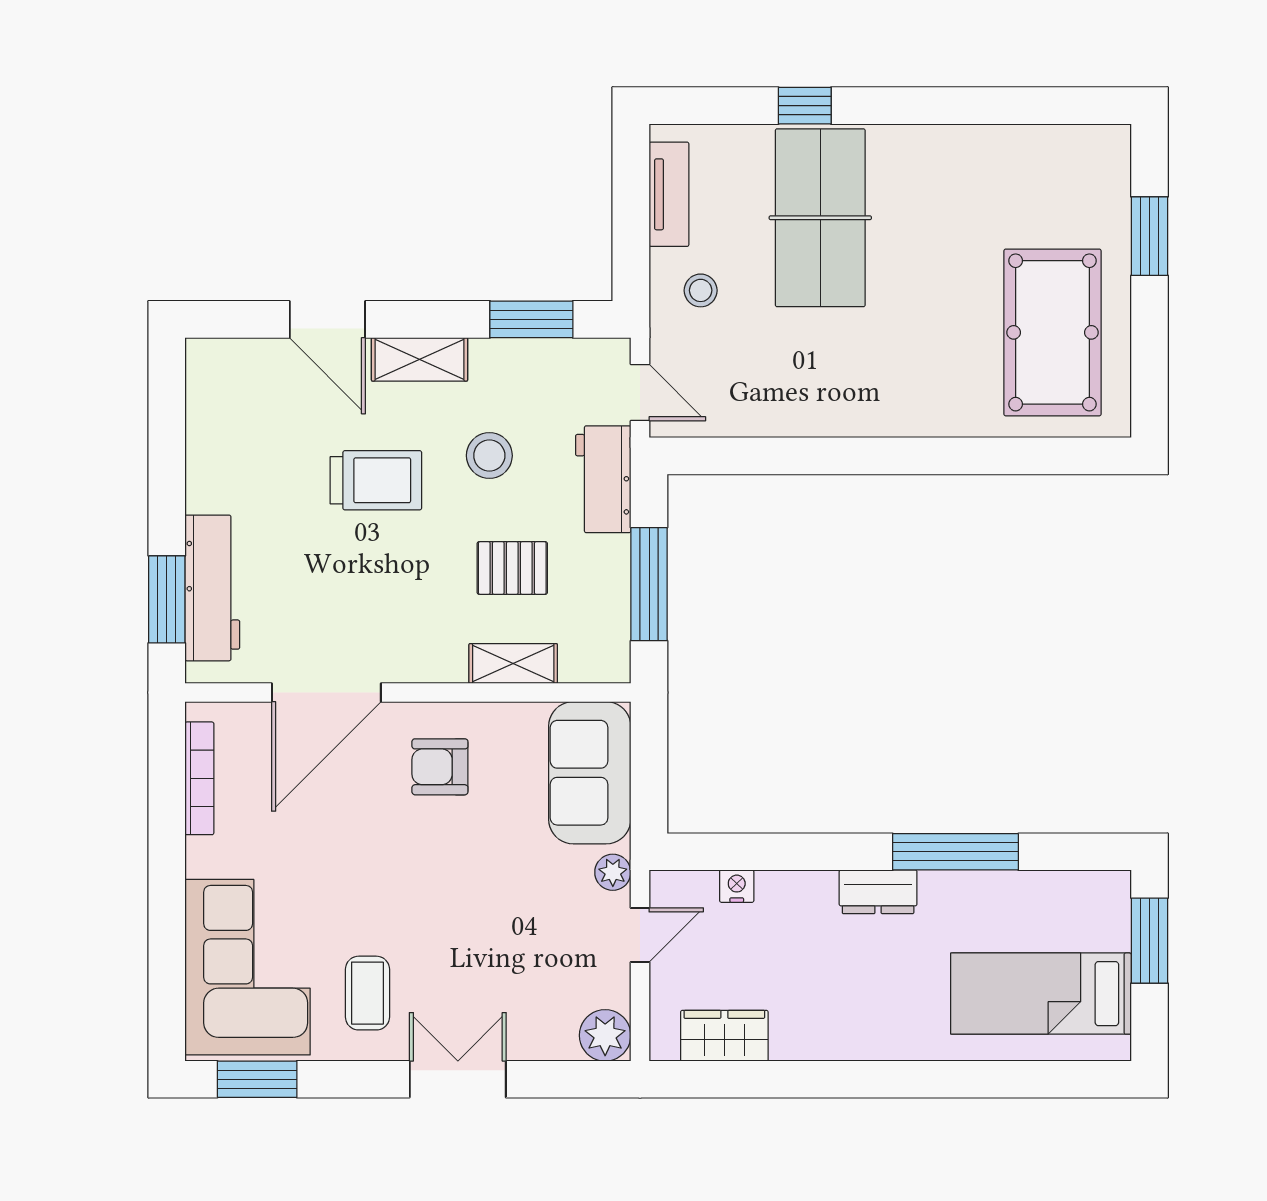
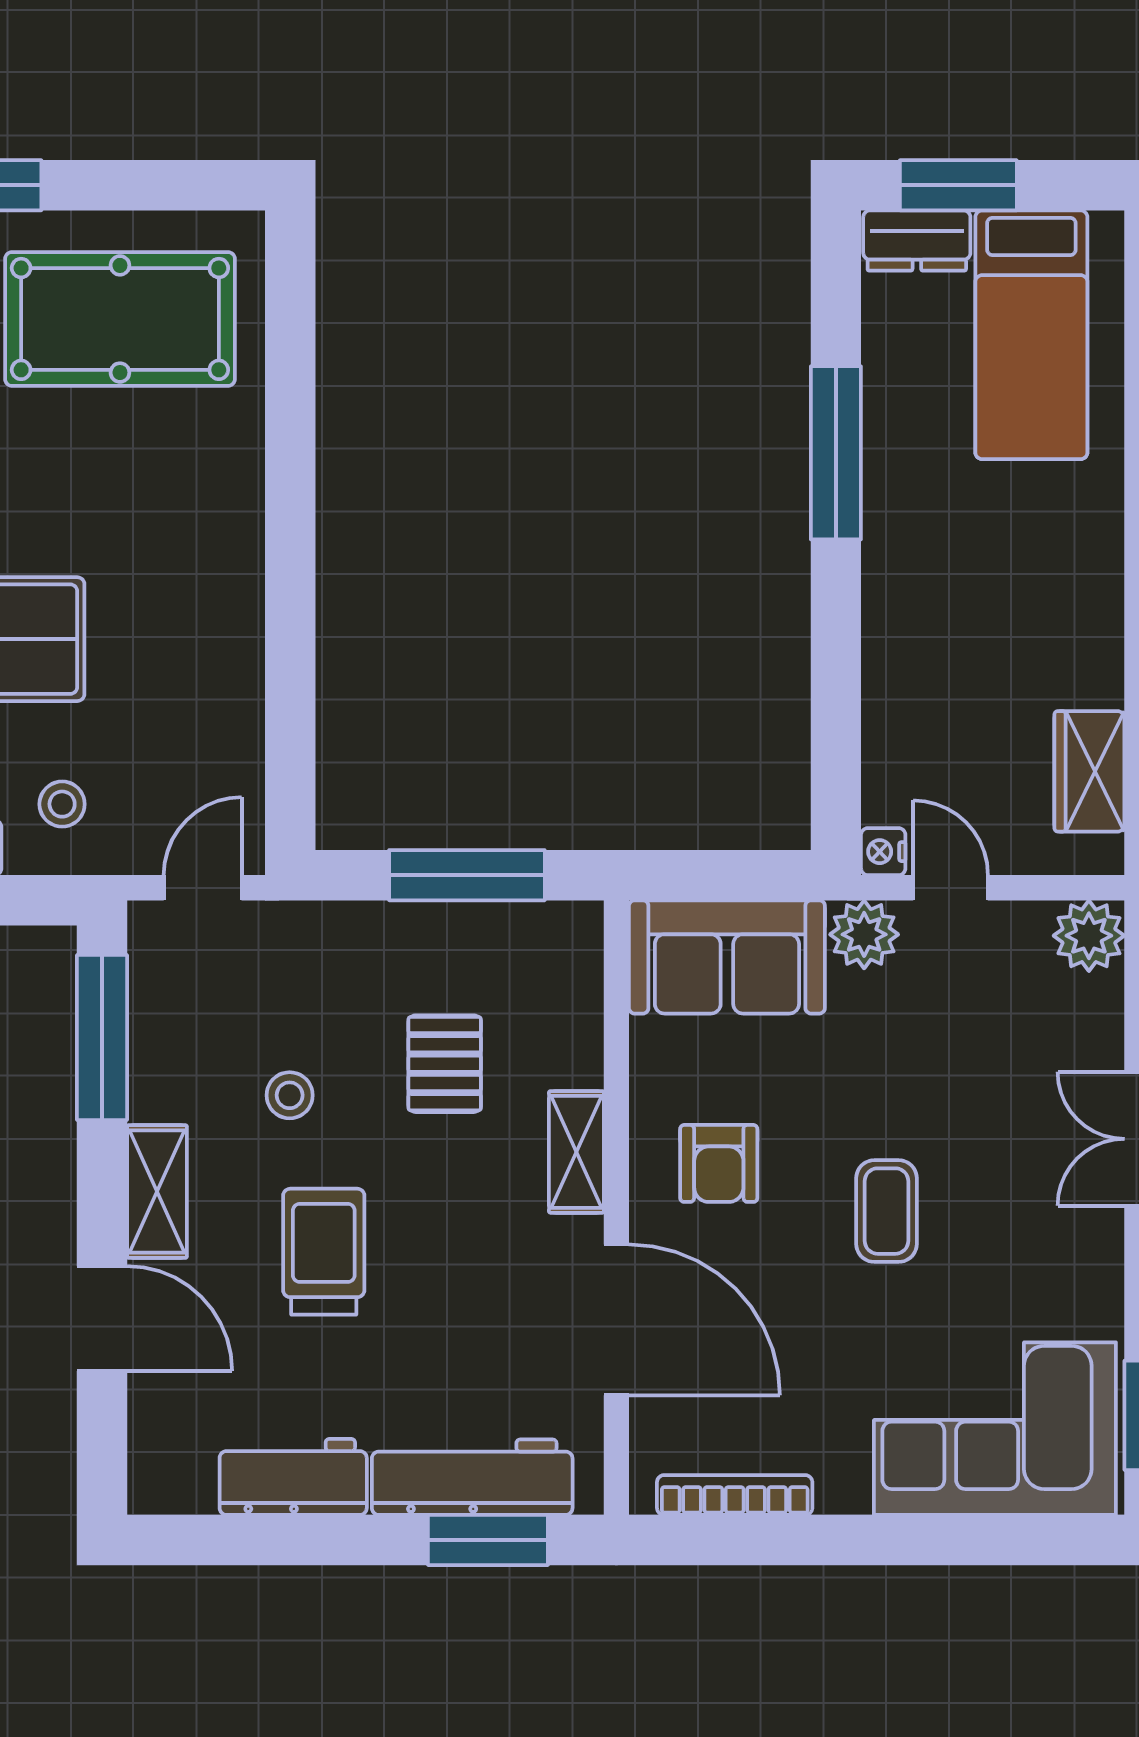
door: (327, 319) -> (102, 1319), hinge flipped
window: (531, 319) -> (102, 1037), width x1.44
stool: (489, 456) -> (290, 1095), width x0.73, depth x0.73
workbench: (603, 479) -> (293, 1477), moved, turned 180
shelving: (513, 664) -> (576, 1152), moved
plant: (613, 872) -> (864, 934), width x1.38, depth x1.38
nightstand: (737, 886) -> (883, 852), moved
dresser: (878, 892) -> (917, 240), moved, turned 90
coffee table: (367, 993) -> (887, 1211), moved, turned 90

